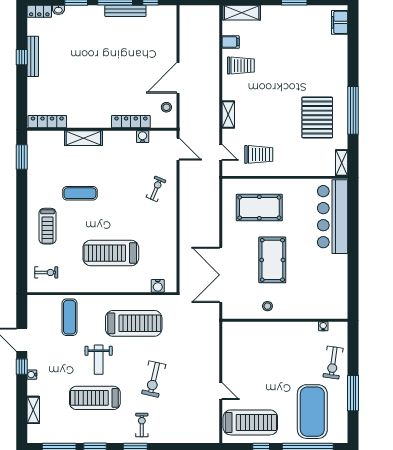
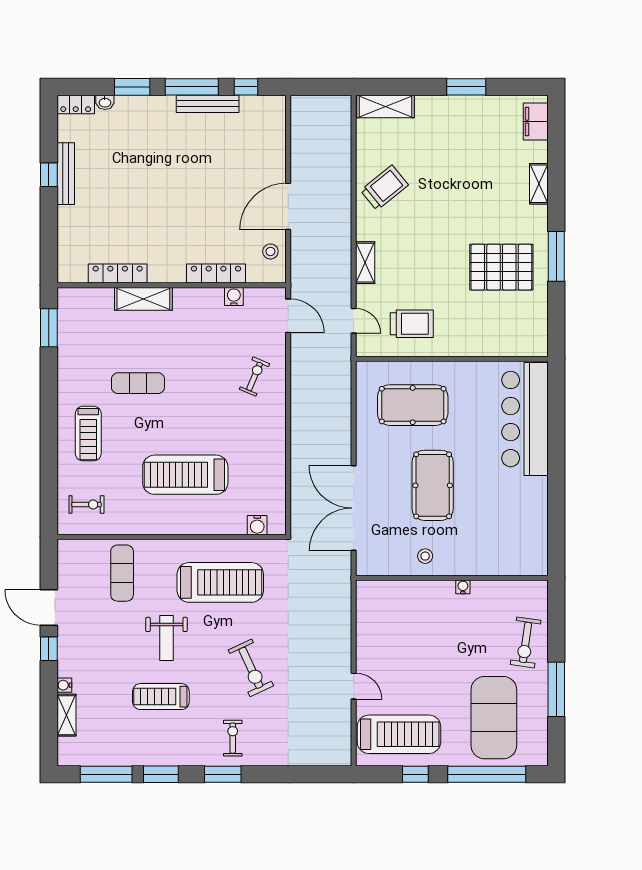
filing cabinet: (231, 42) -> (369, 152), removed
trolley: (241, 66) -> (384, 188), turned -39
window: (353, 110) -> (556, 256), width x0.68
pallet: (317, 117) -> (501, 267), turned 90
locker: (47, 122) -> (118, 274), moved
shelving: (342, 163) -> (539, 184), moved
water cooler: (323, 326) -> (463, 587), moved
water cooler: (32, 375) -> (64, 685), moved
exercise bike: (154, 379) -> (251, 668), turned -38
treadmill: (95, 398) -> (161, 697), width x0.73, depth x0.73

